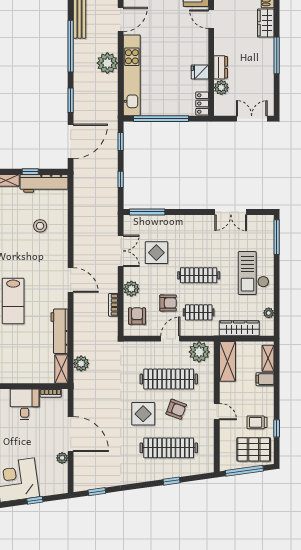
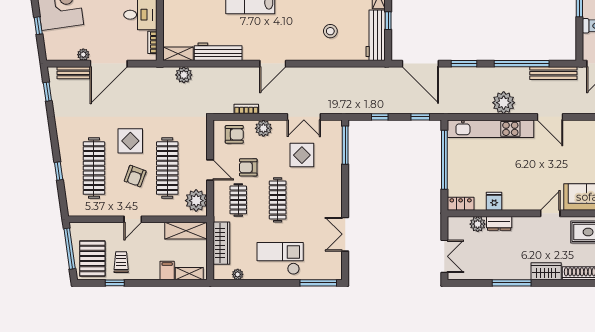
armchair: (168, 303) -> (248, 167), turned 90
bench: (79, 467) -> (73, 73), added

